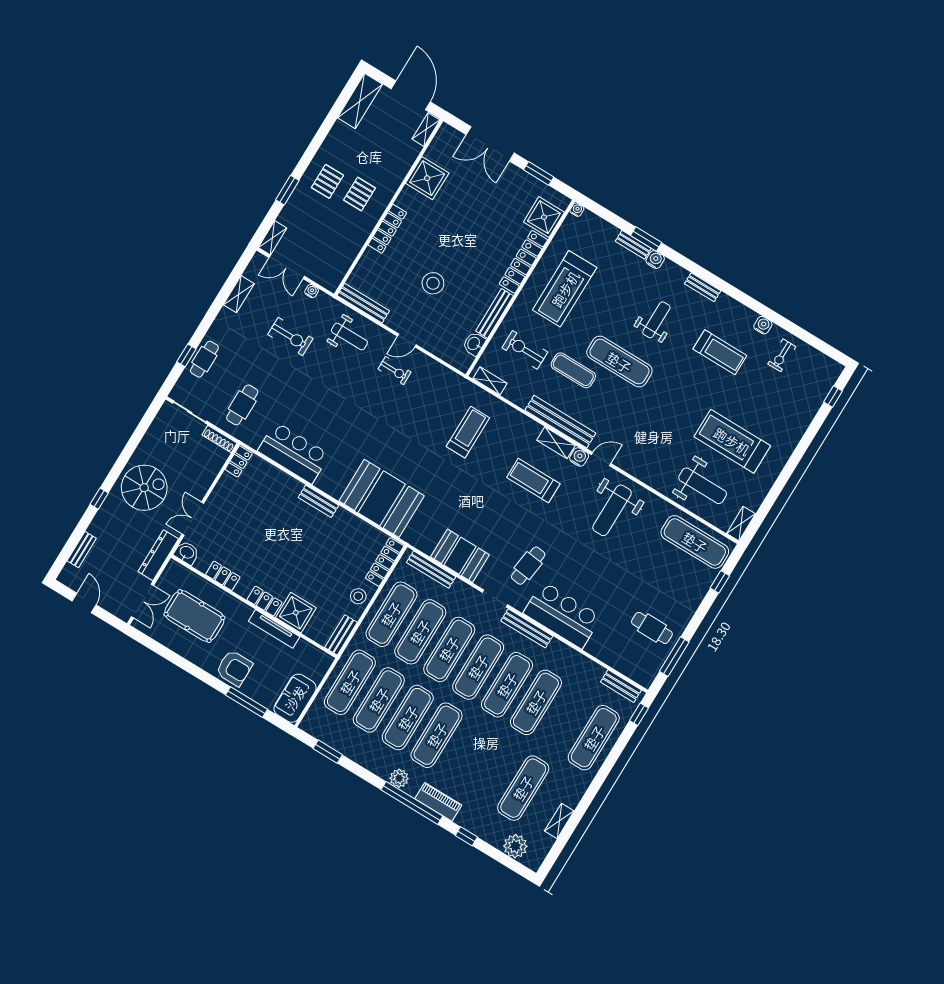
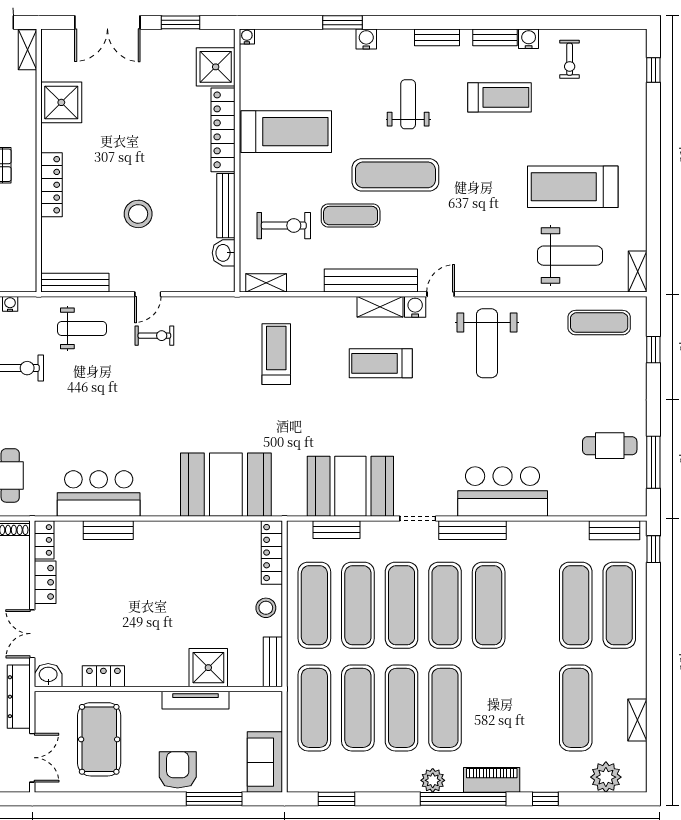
bench: (633, 245) -> (495, 37), moved
treadmill: (565, 289) -> (286, 132), turned -90
exercise bike: (525, 350) -> (284, 226), turned 180
bench: (318, 501) -> (108, 530), moved
exercise mat: (695, 542) -> (599, 323), width x0.73, depth x0.69
booth: (460, 556) -> (350, 486), width x1.36, depth x1.42
cafe table: (528, 566) -> (432, 460), removed
bench: (431, 570) -> (336, 530), width x0.73
locker: (264, 601) -> (45, 582), moved, turned 90
pool table: (194, 616) -> (99, 739), turned 90
armchair: (234, 668) -> (178, 770), turned -90
exercise mat: (536, 702) -> (576, 605), moved

